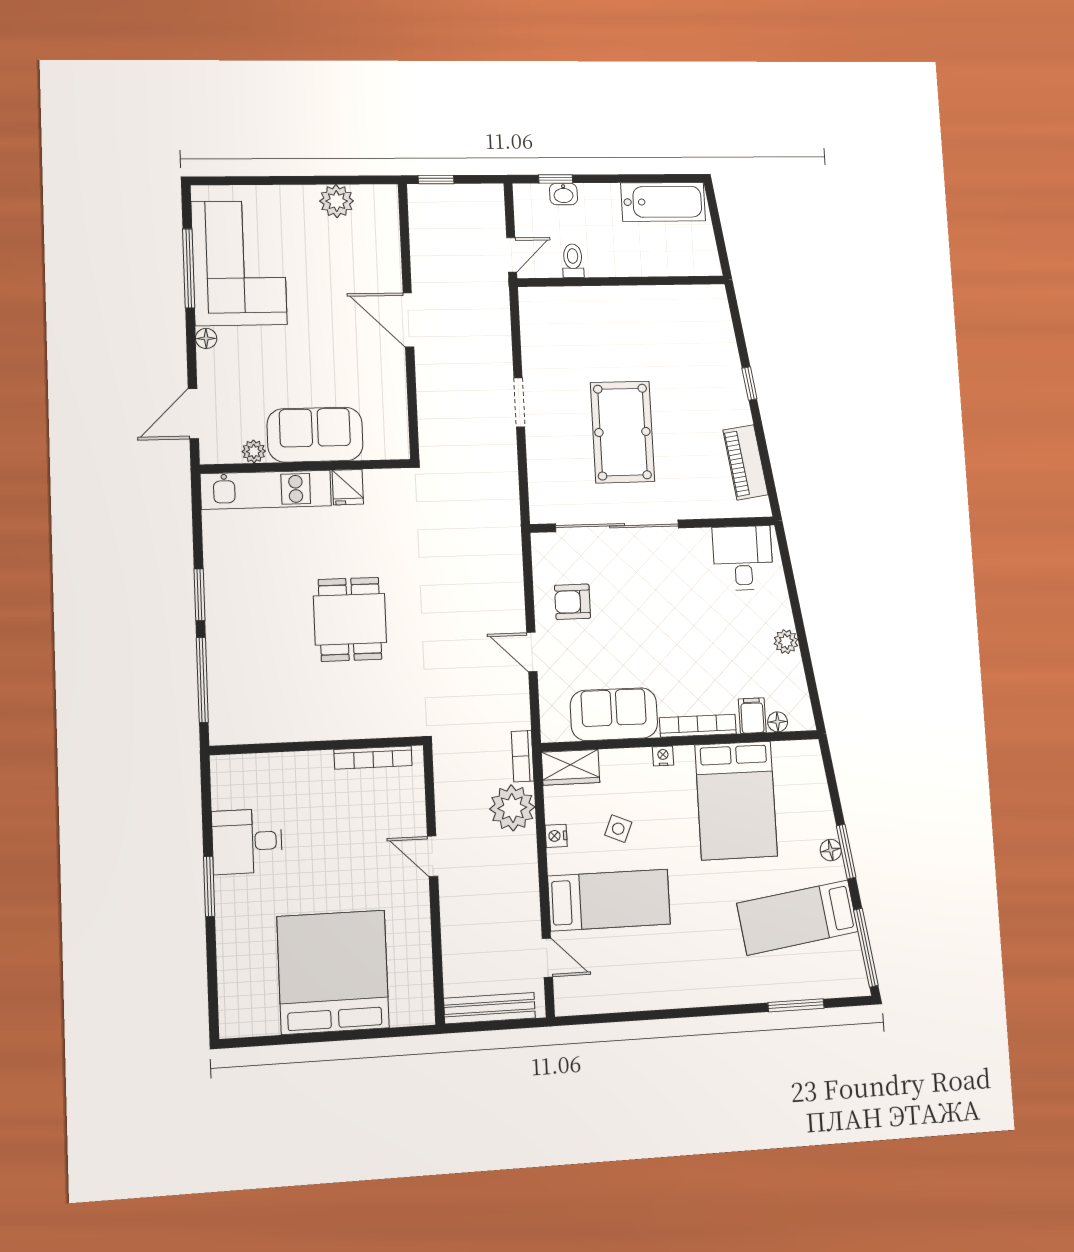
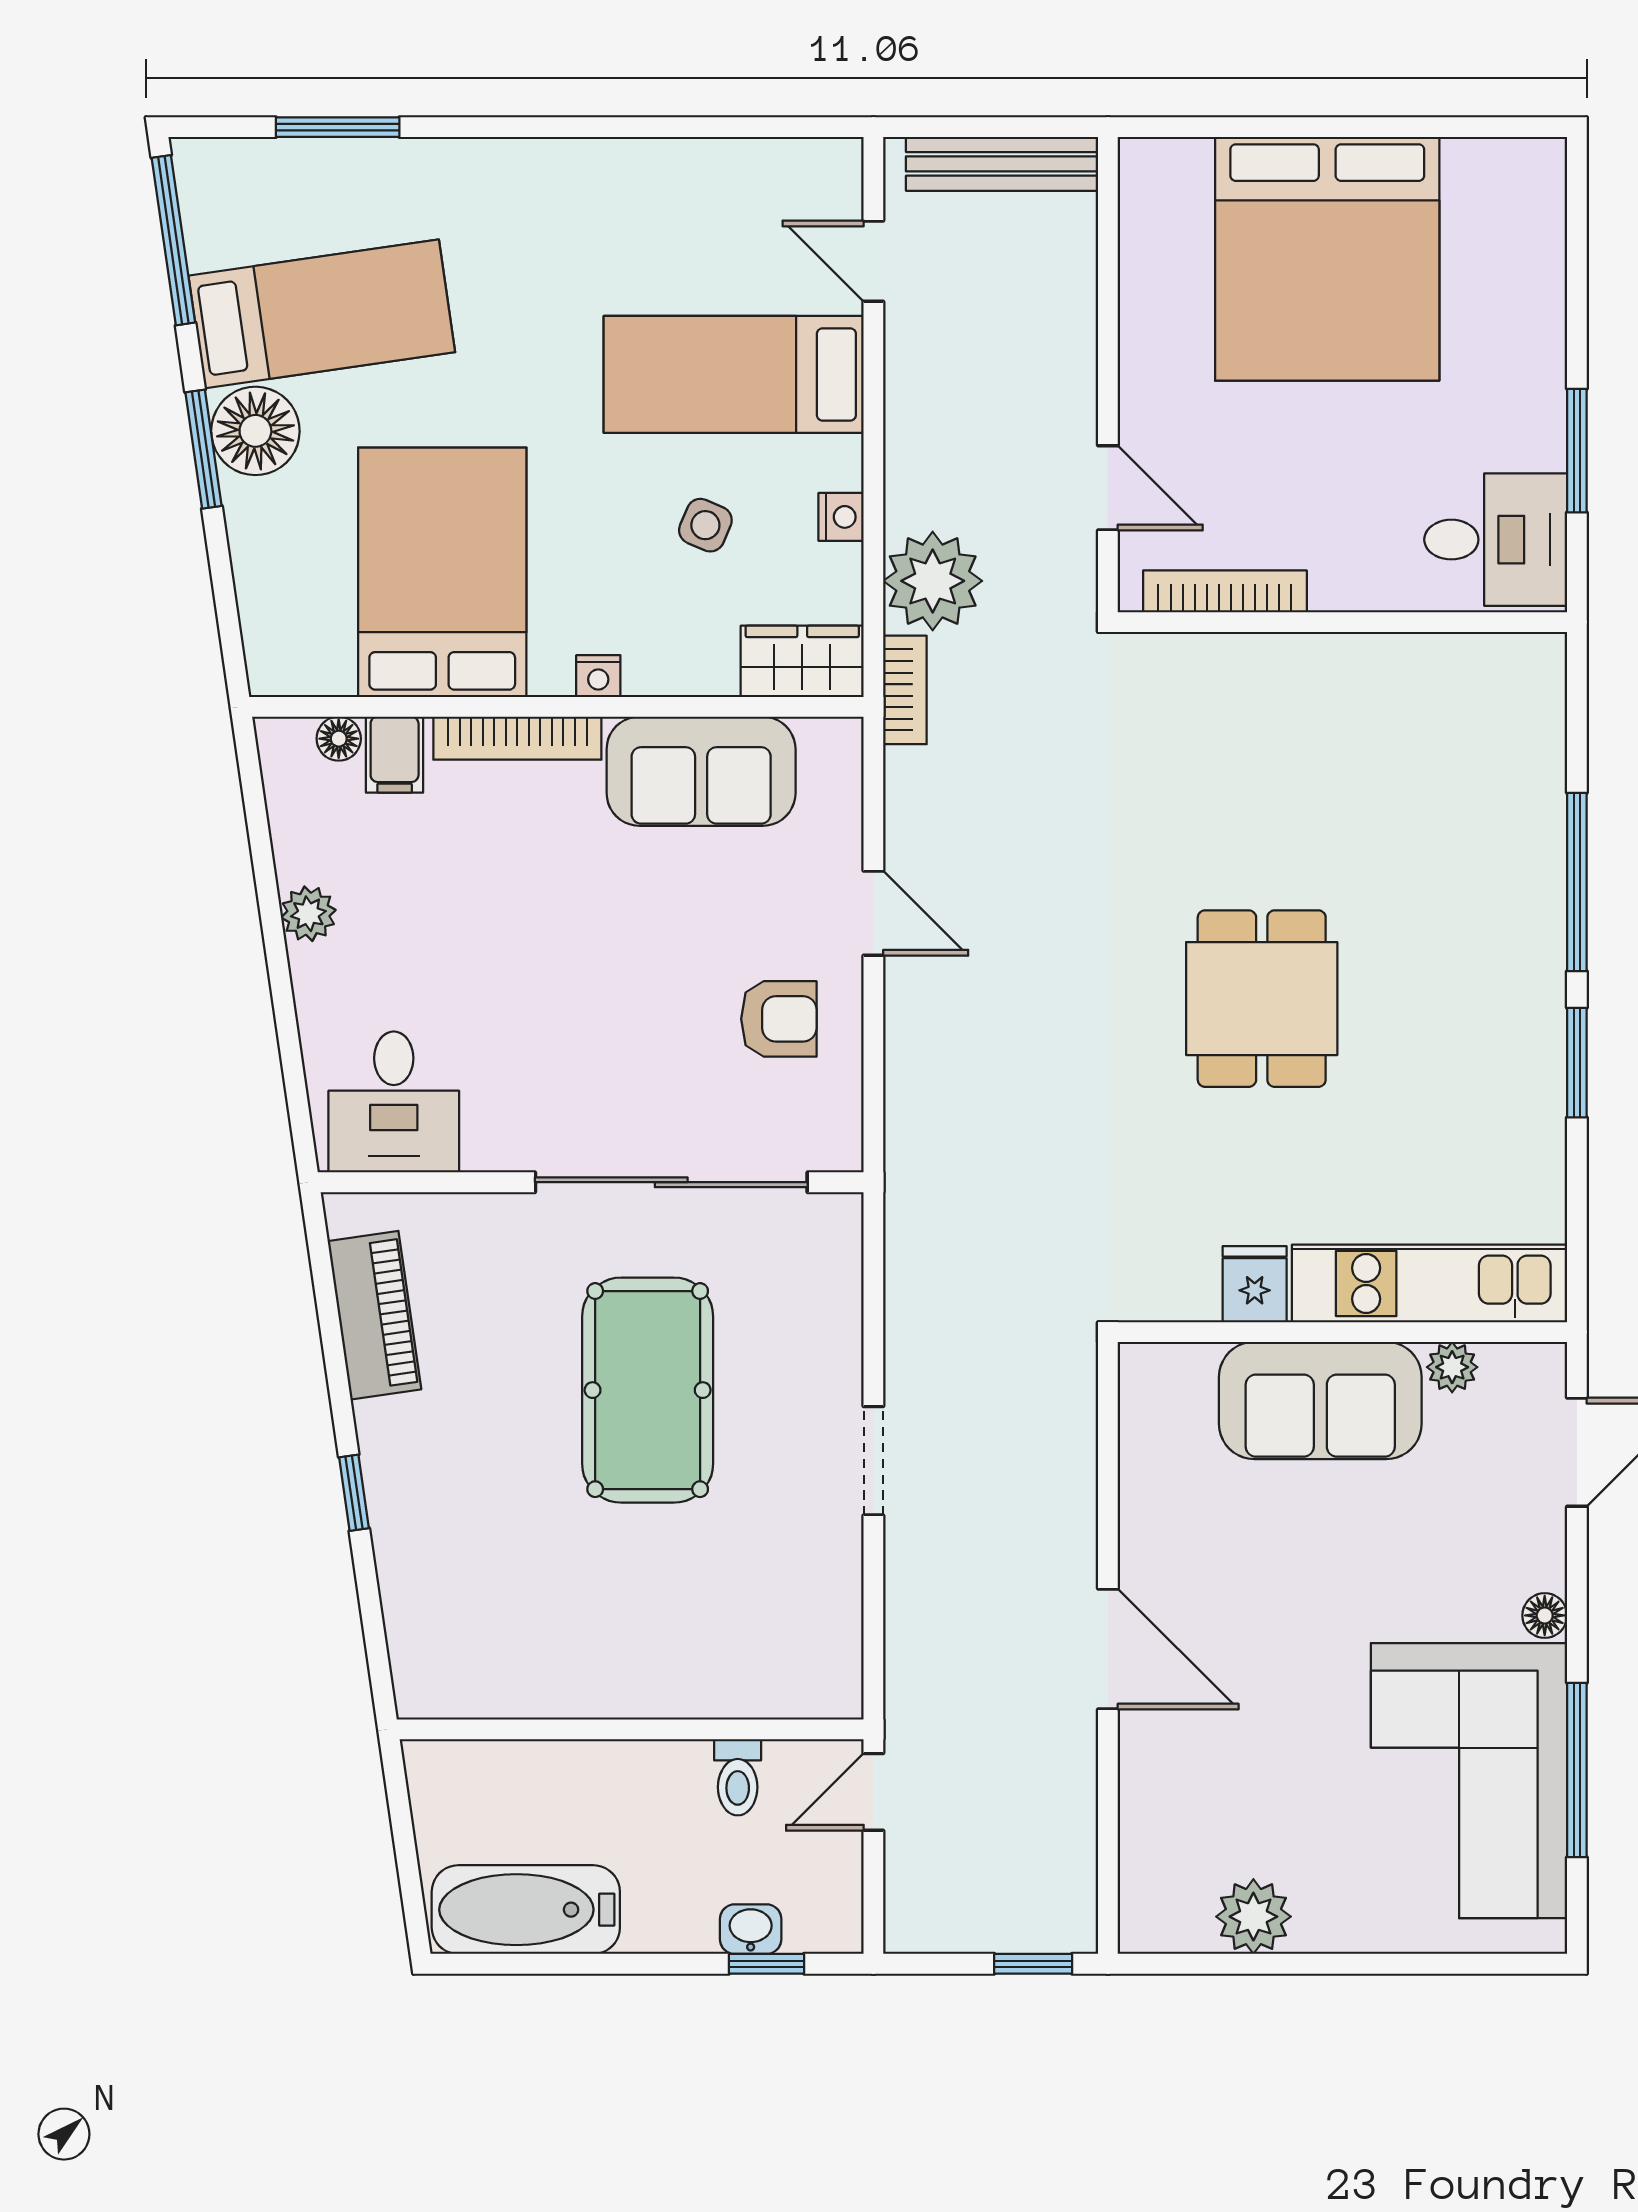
wall: (317, 746) -> (1342, 622), moved
bookcase: (373, 758) -> (1225, 591), moved
floor lamp: (831, 850) -> (255, 431), width x1.89, depth x1.89

